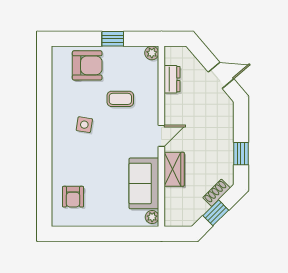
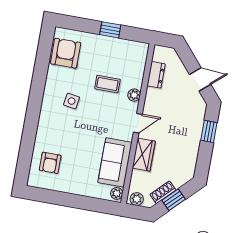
plant: (152, 53) -> (134, 95), moved
armchair: (87, 65) -> (66, 53), moved, turned -90
window: (241, 154) -> (209, 131), moved
shoe rack: (217, 193) -> (163, 192), moved
plant: (175, 219) -> (137, 199), added

